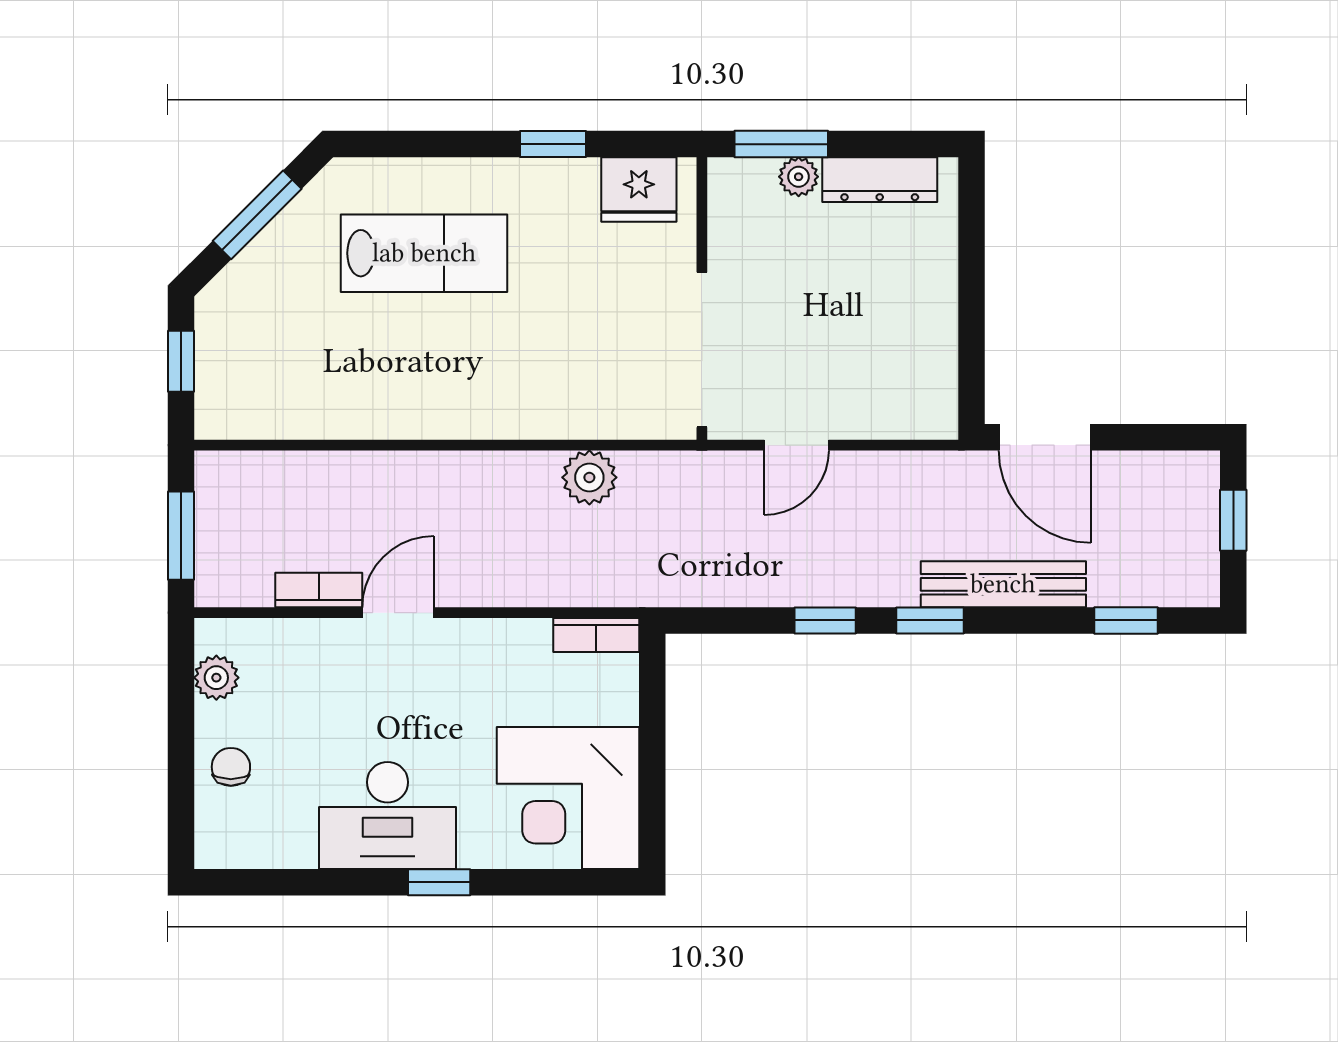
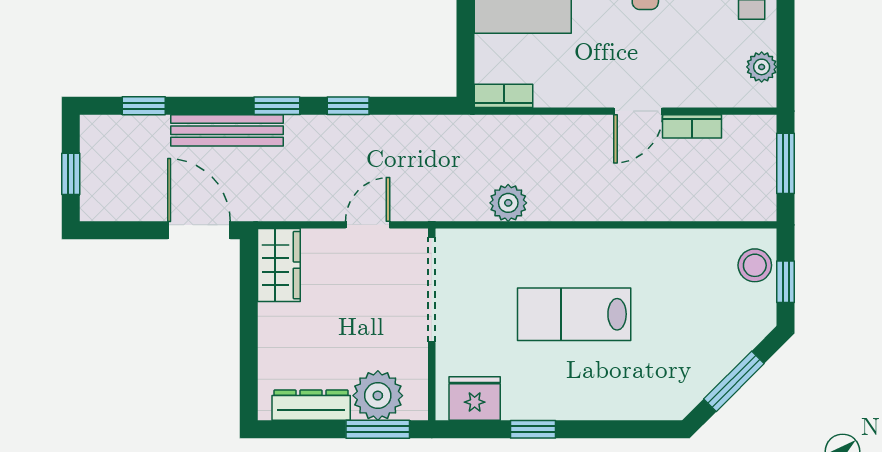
plant: (799, 177) -> (378, 396), width x1.87, depth x1.87
lab bench: (424, 253) -> (574, 314), moved
stool: (226, 386) -> (755, 265), added
wardrobe: (927, 386) -> (279, 265), added

